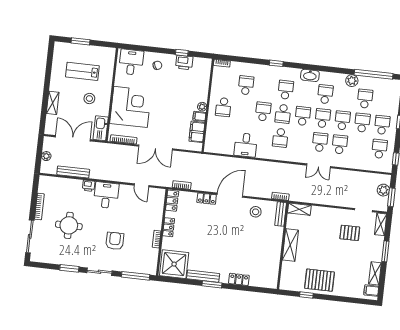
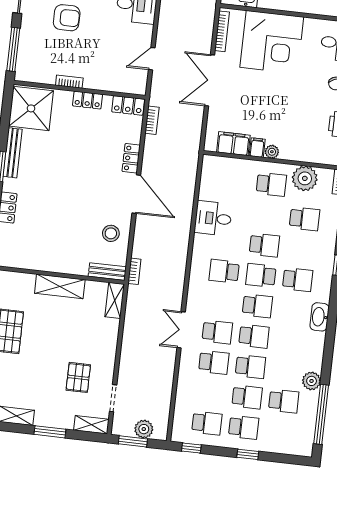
plant: (220, 85) -> (305, 178), added
school desk: (325, 94) -> (291, 340), removed
school desk: (223, 107) -> (271, 184), turned 180

